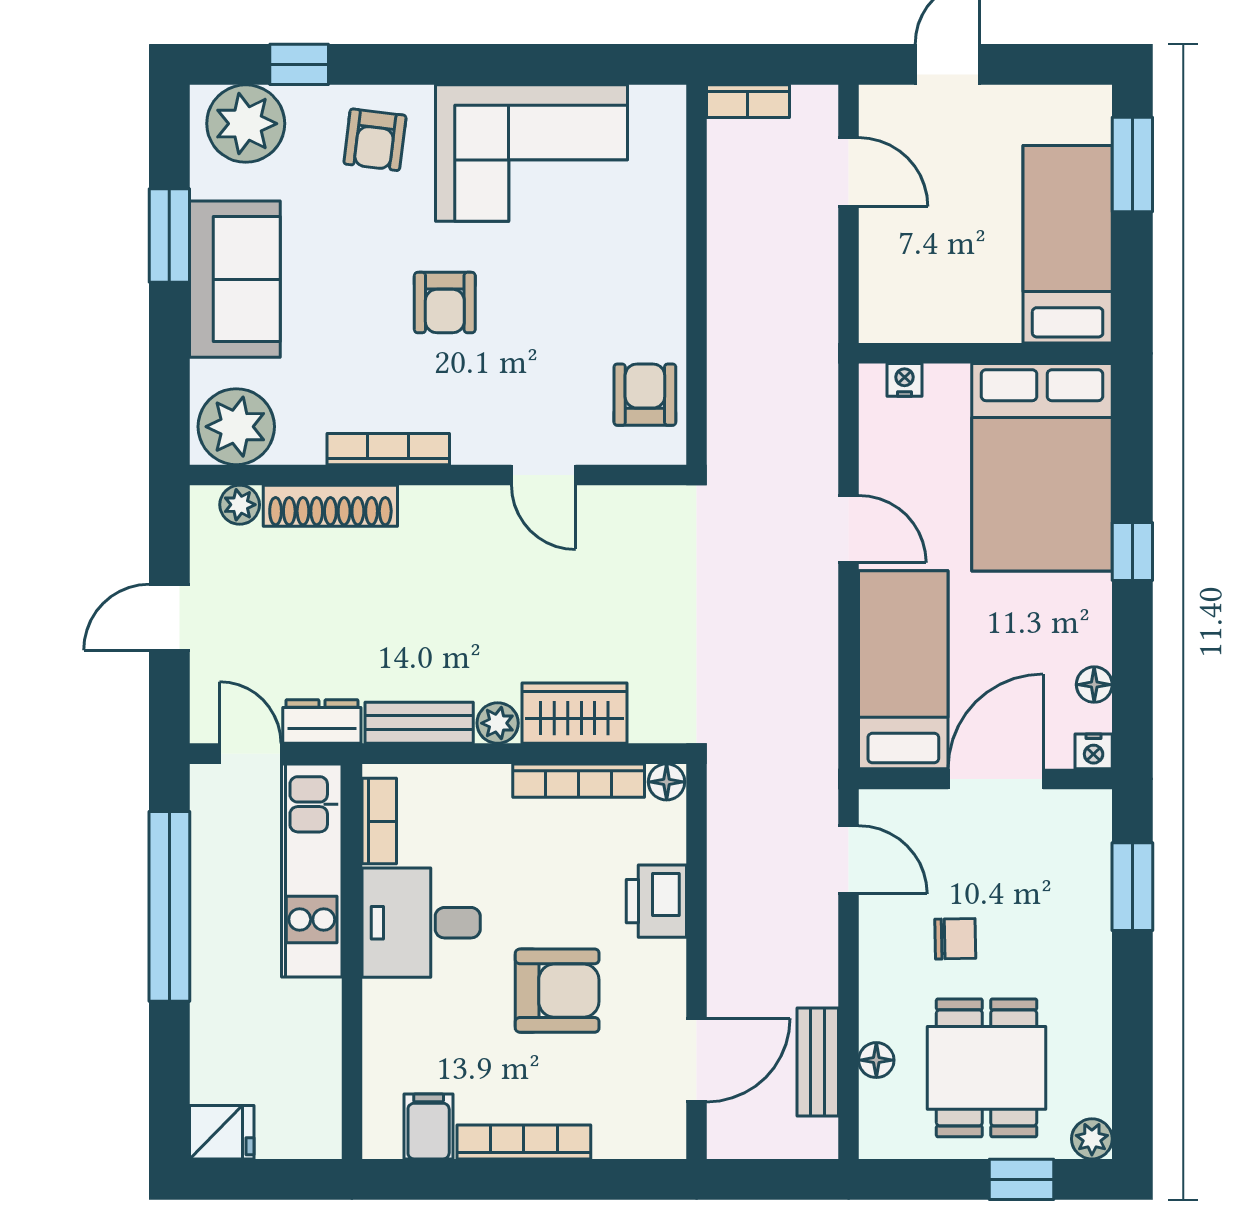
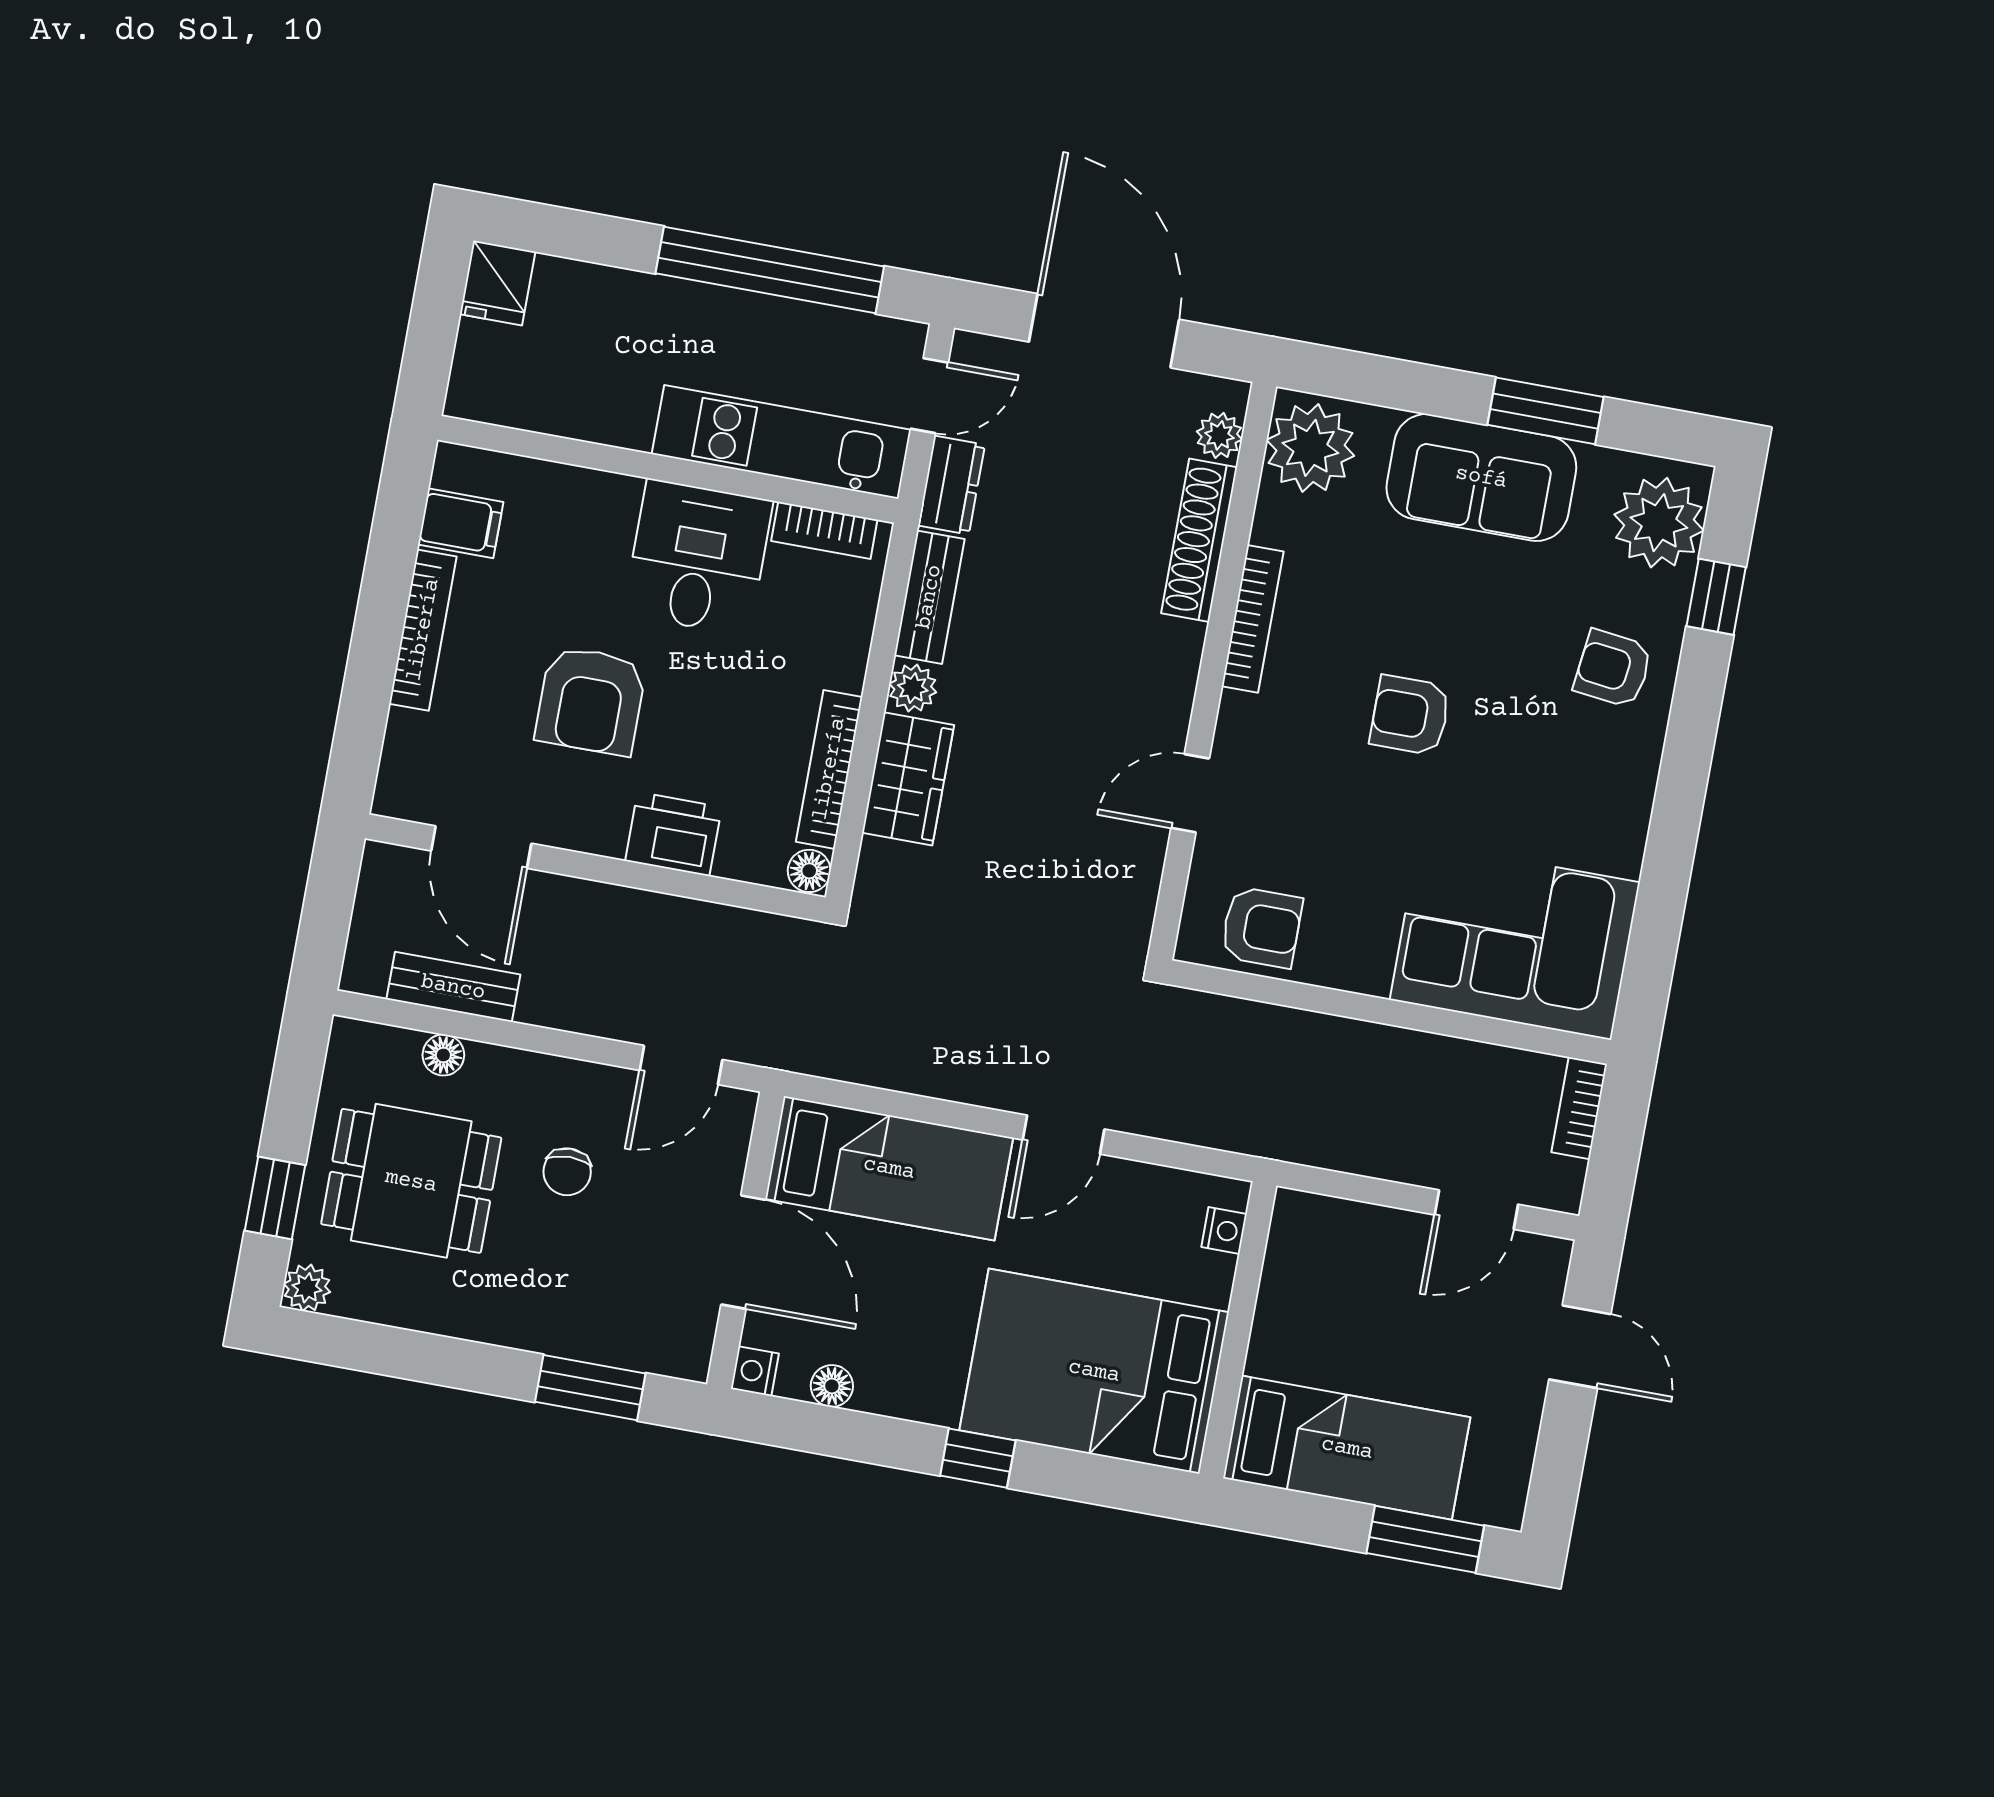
corner sofa: (532, 153) -> (1515, 941), moved, turned 90
door: (169, 617) -> (1104, 331), width x1.88

